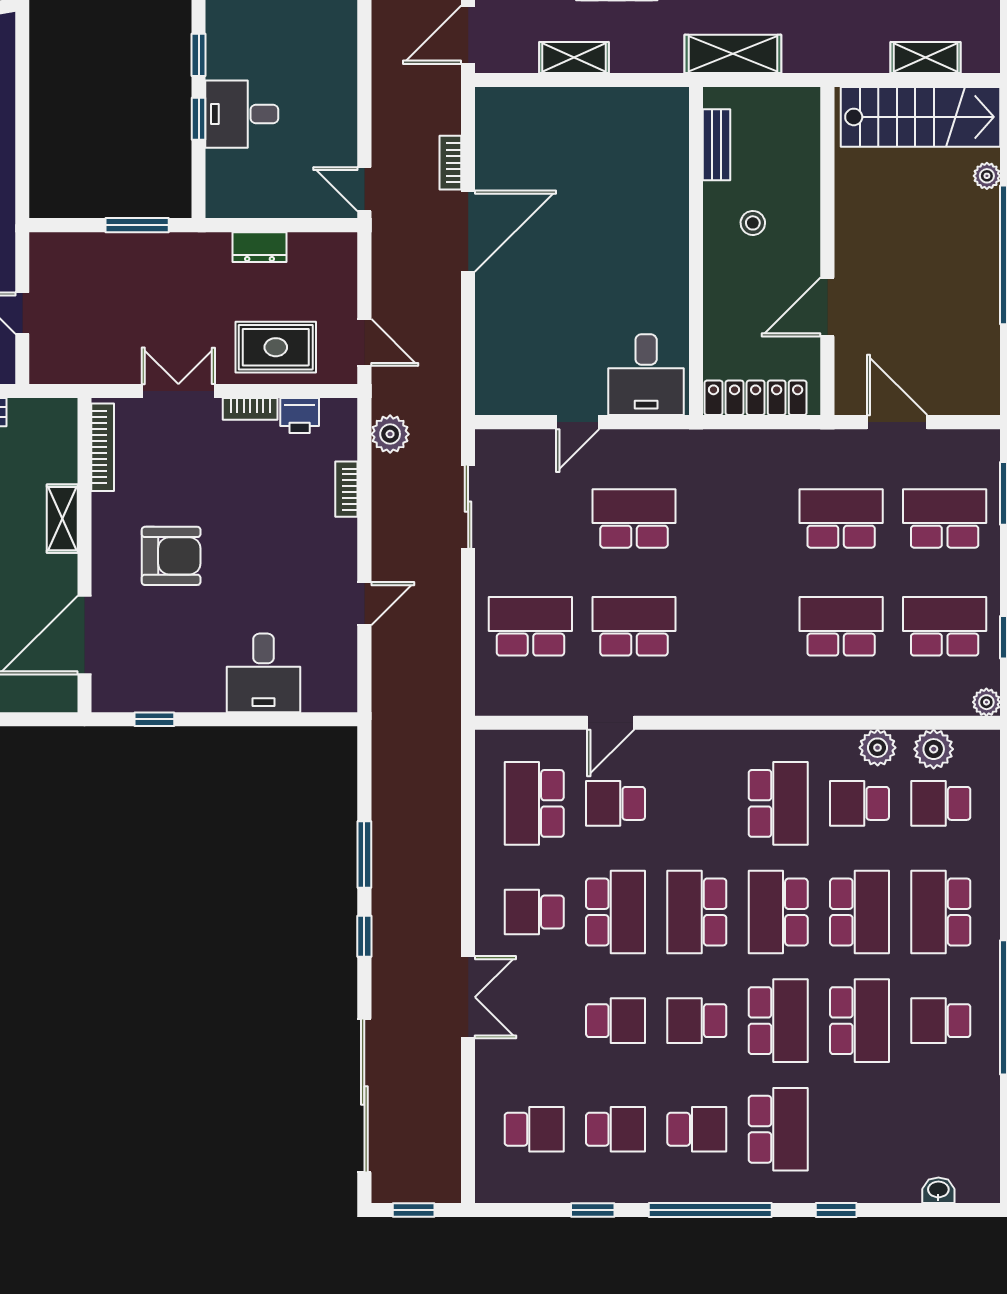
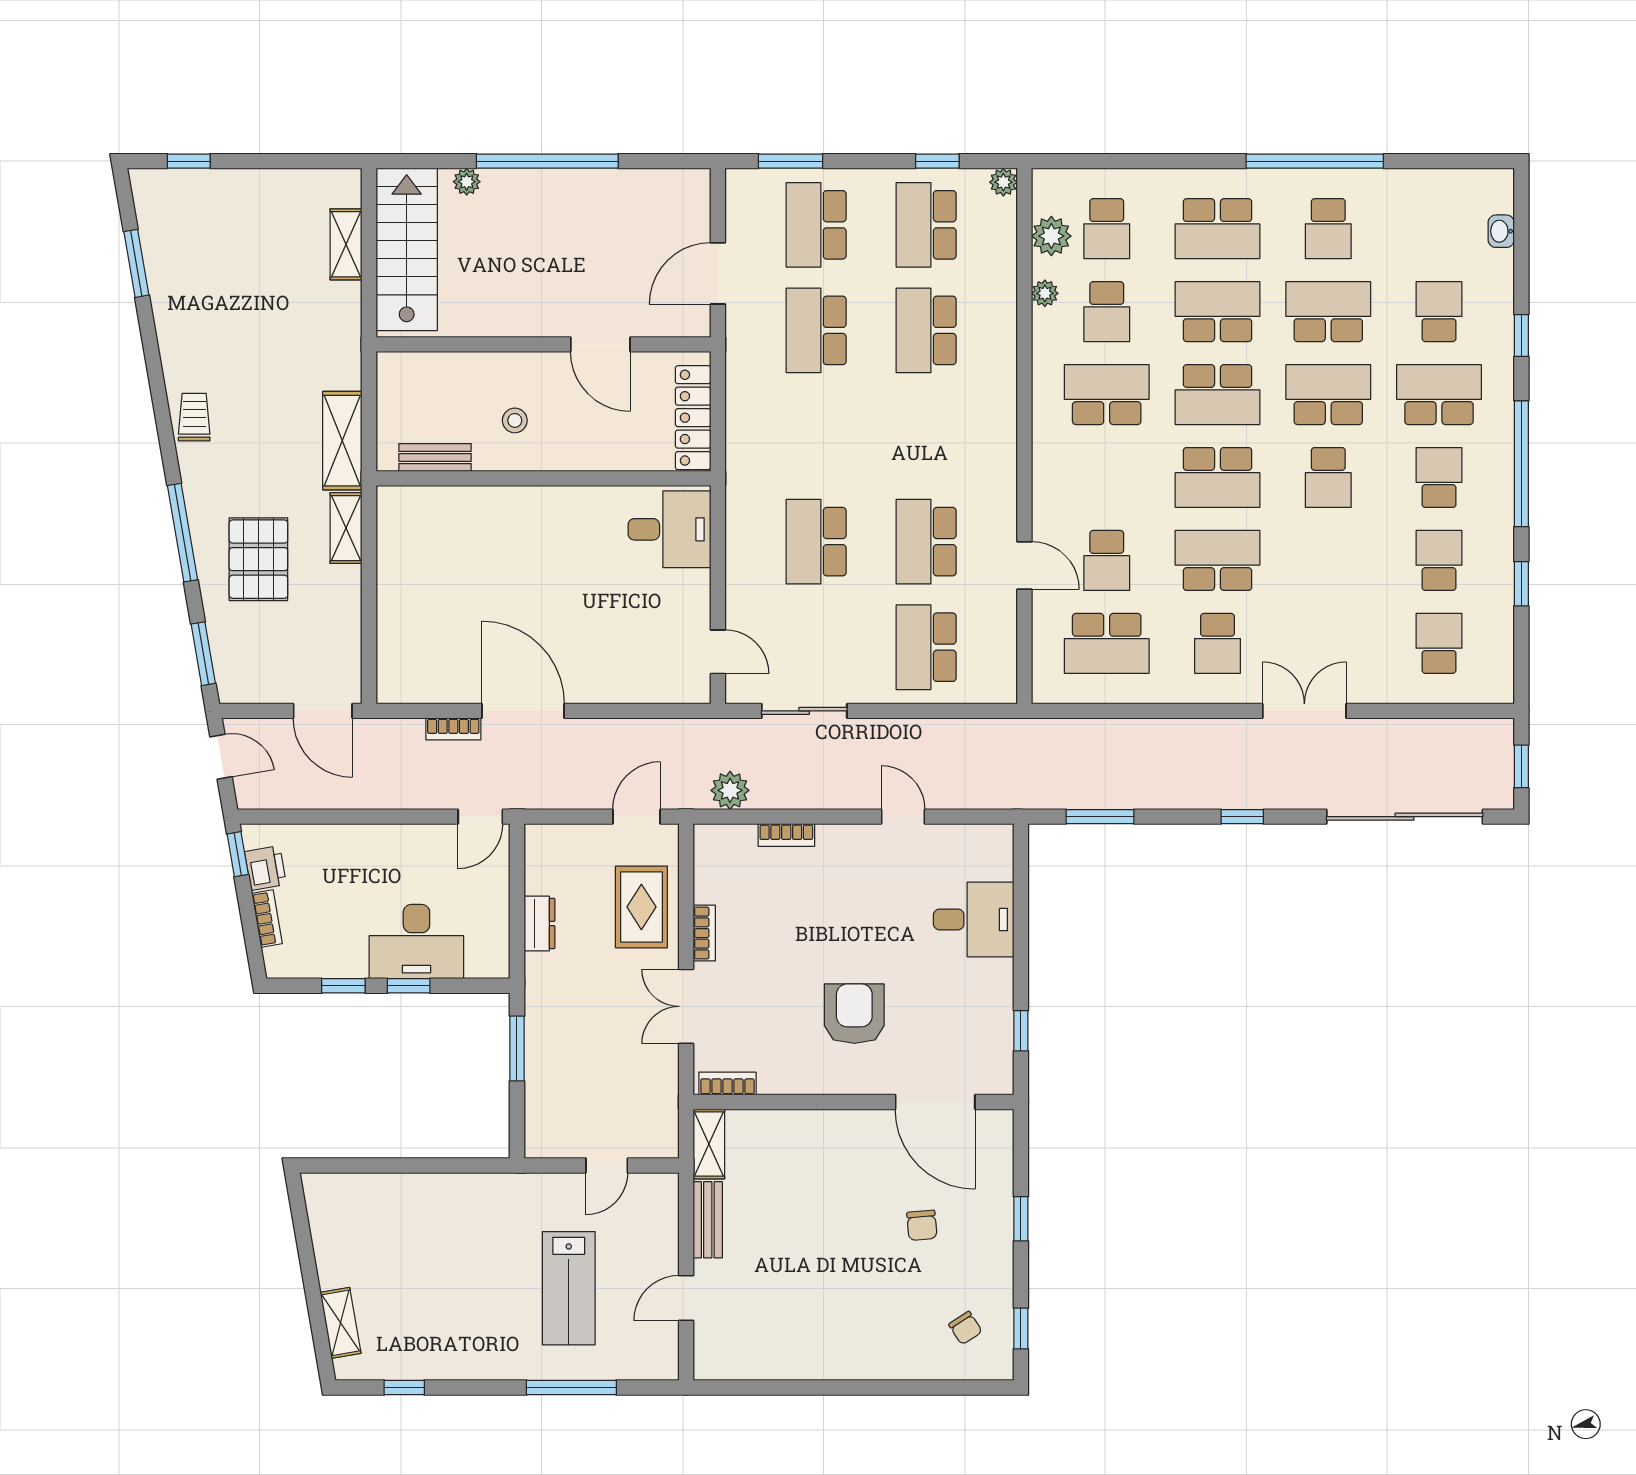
shelving: (574, 58) -> (346, 528), moved
desk: (242, 114) -> (416, 942), width x1.37
printer: (300, 416) -> (711, 883), removed
door: (578, 422) -> (718, 652), moved
bookcase: (103, 447) -> (727, 1084), width x0.64
shelving: (62, 519) -> (709, 1144), moved, turned 90
plant: (878, 748) -> (1045, 293), width x0.73, depth x0.73
window: (364, 854) -> (1100, 817), moved
school desk: (616, 1021) -> (1439, 312), moved

